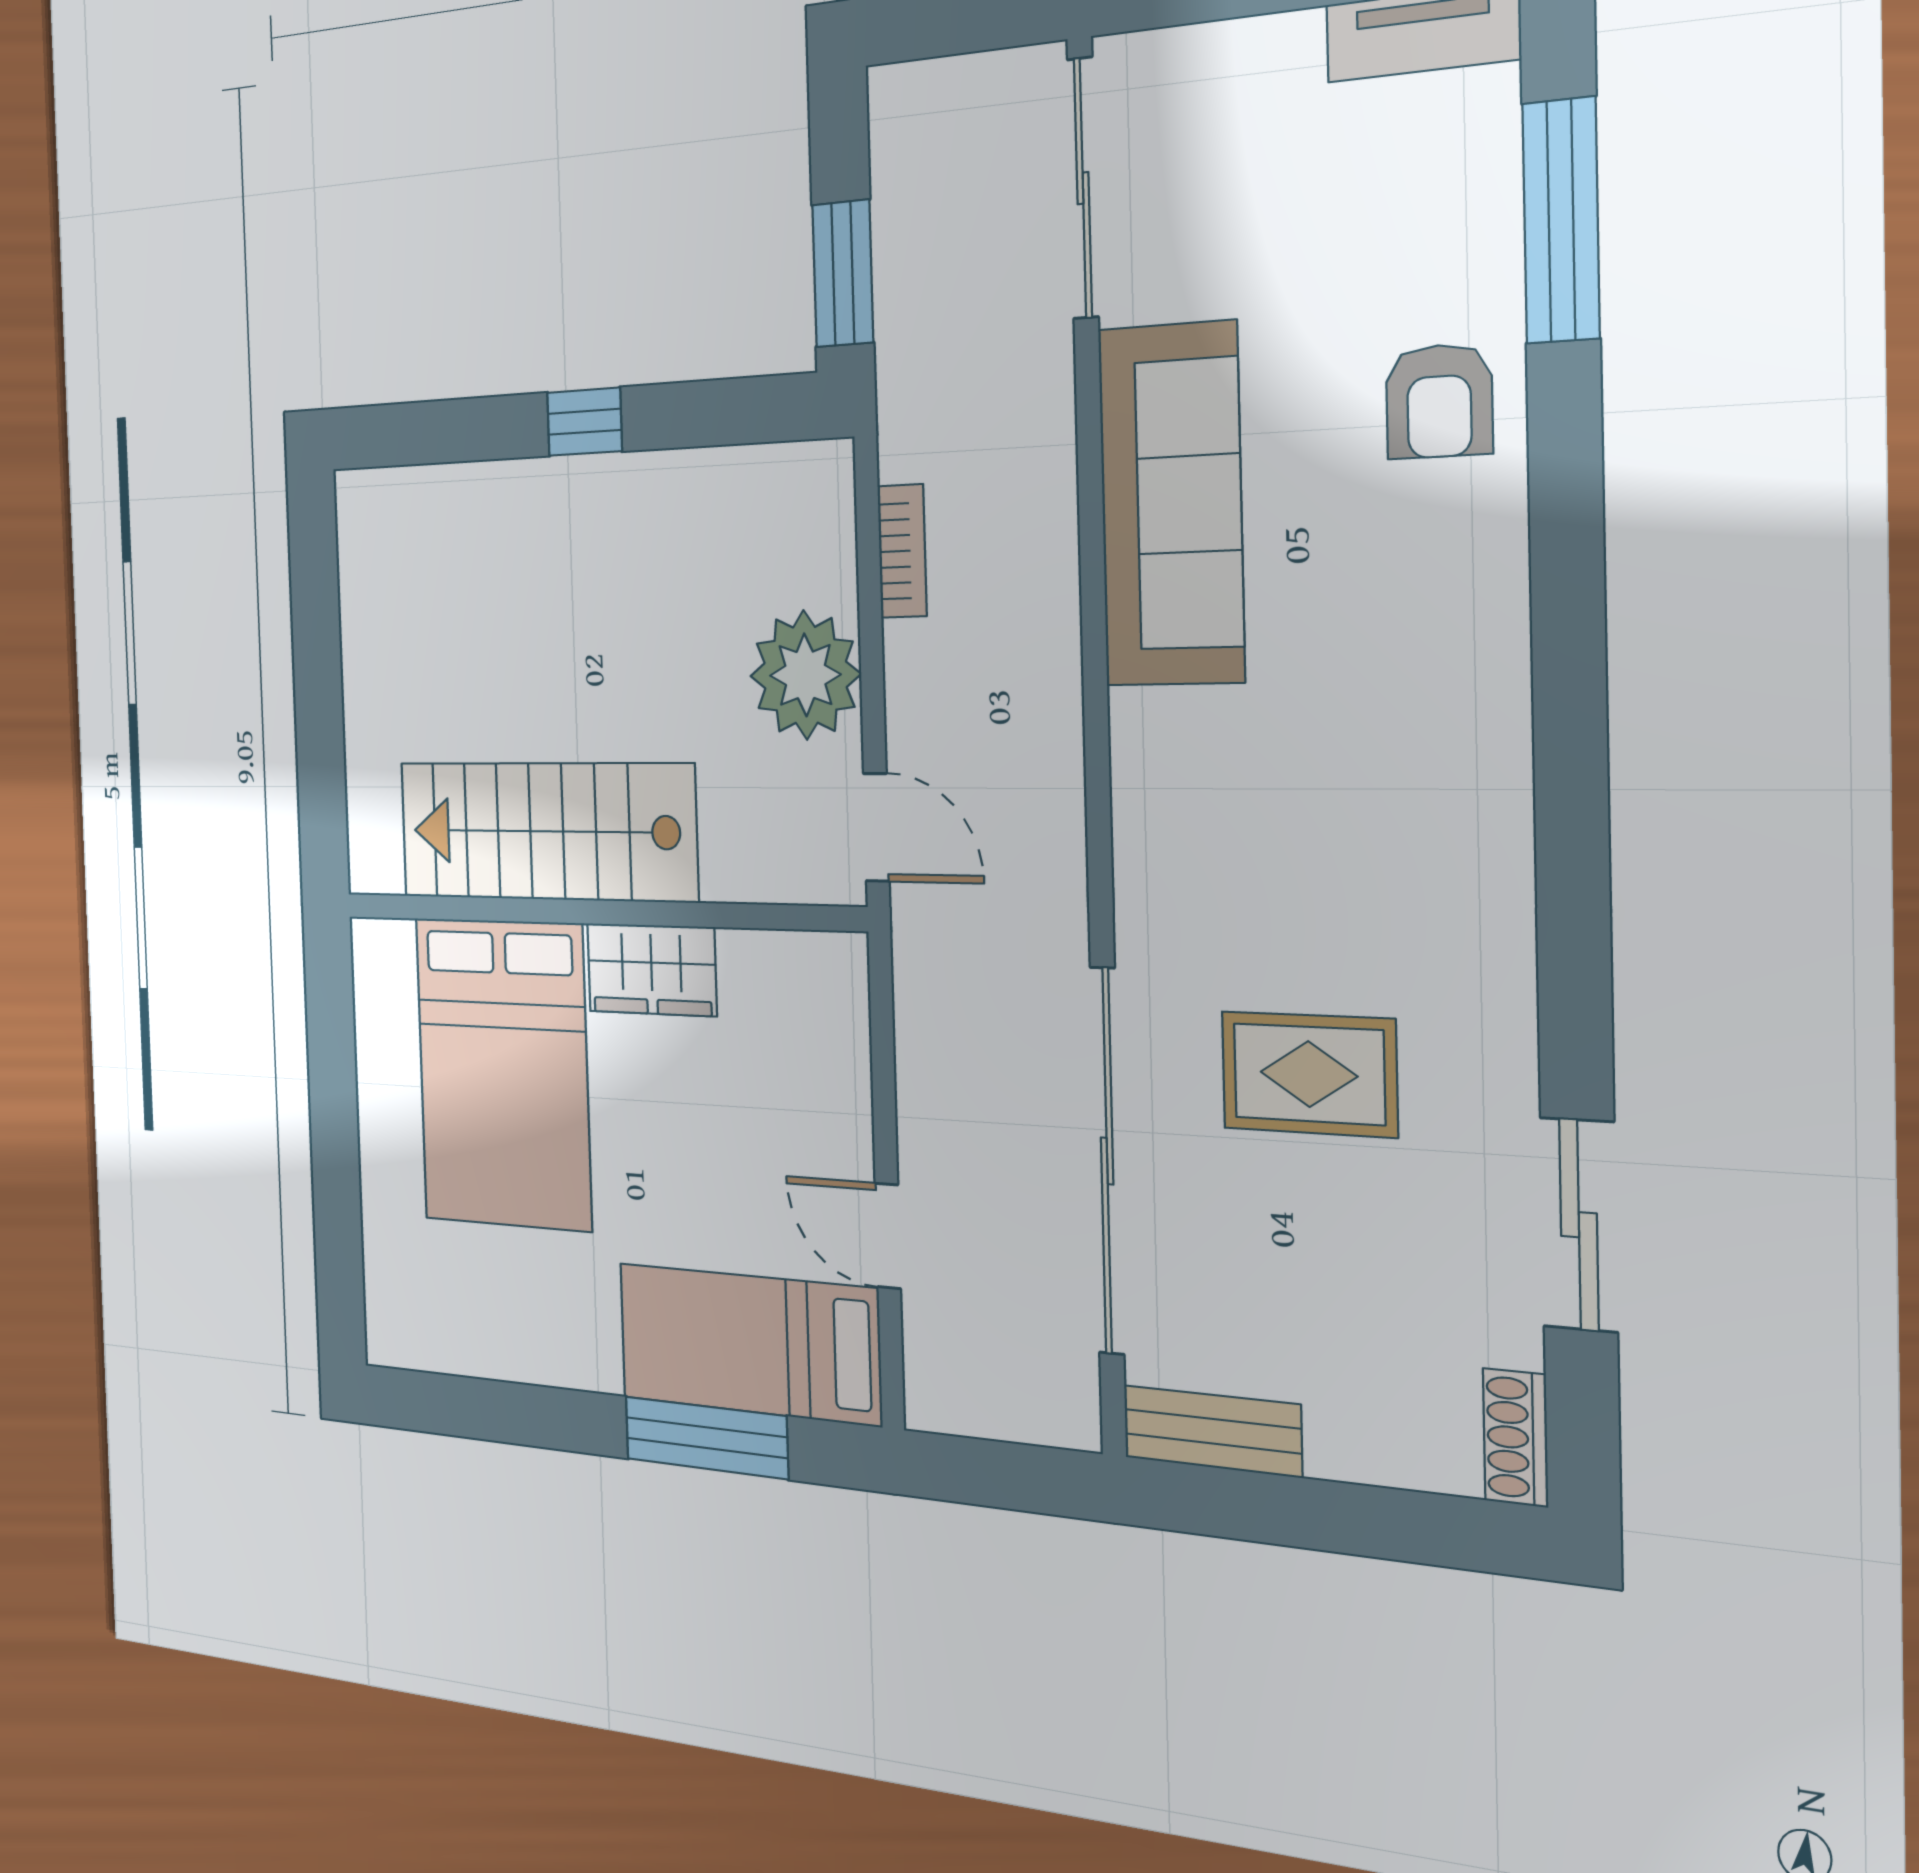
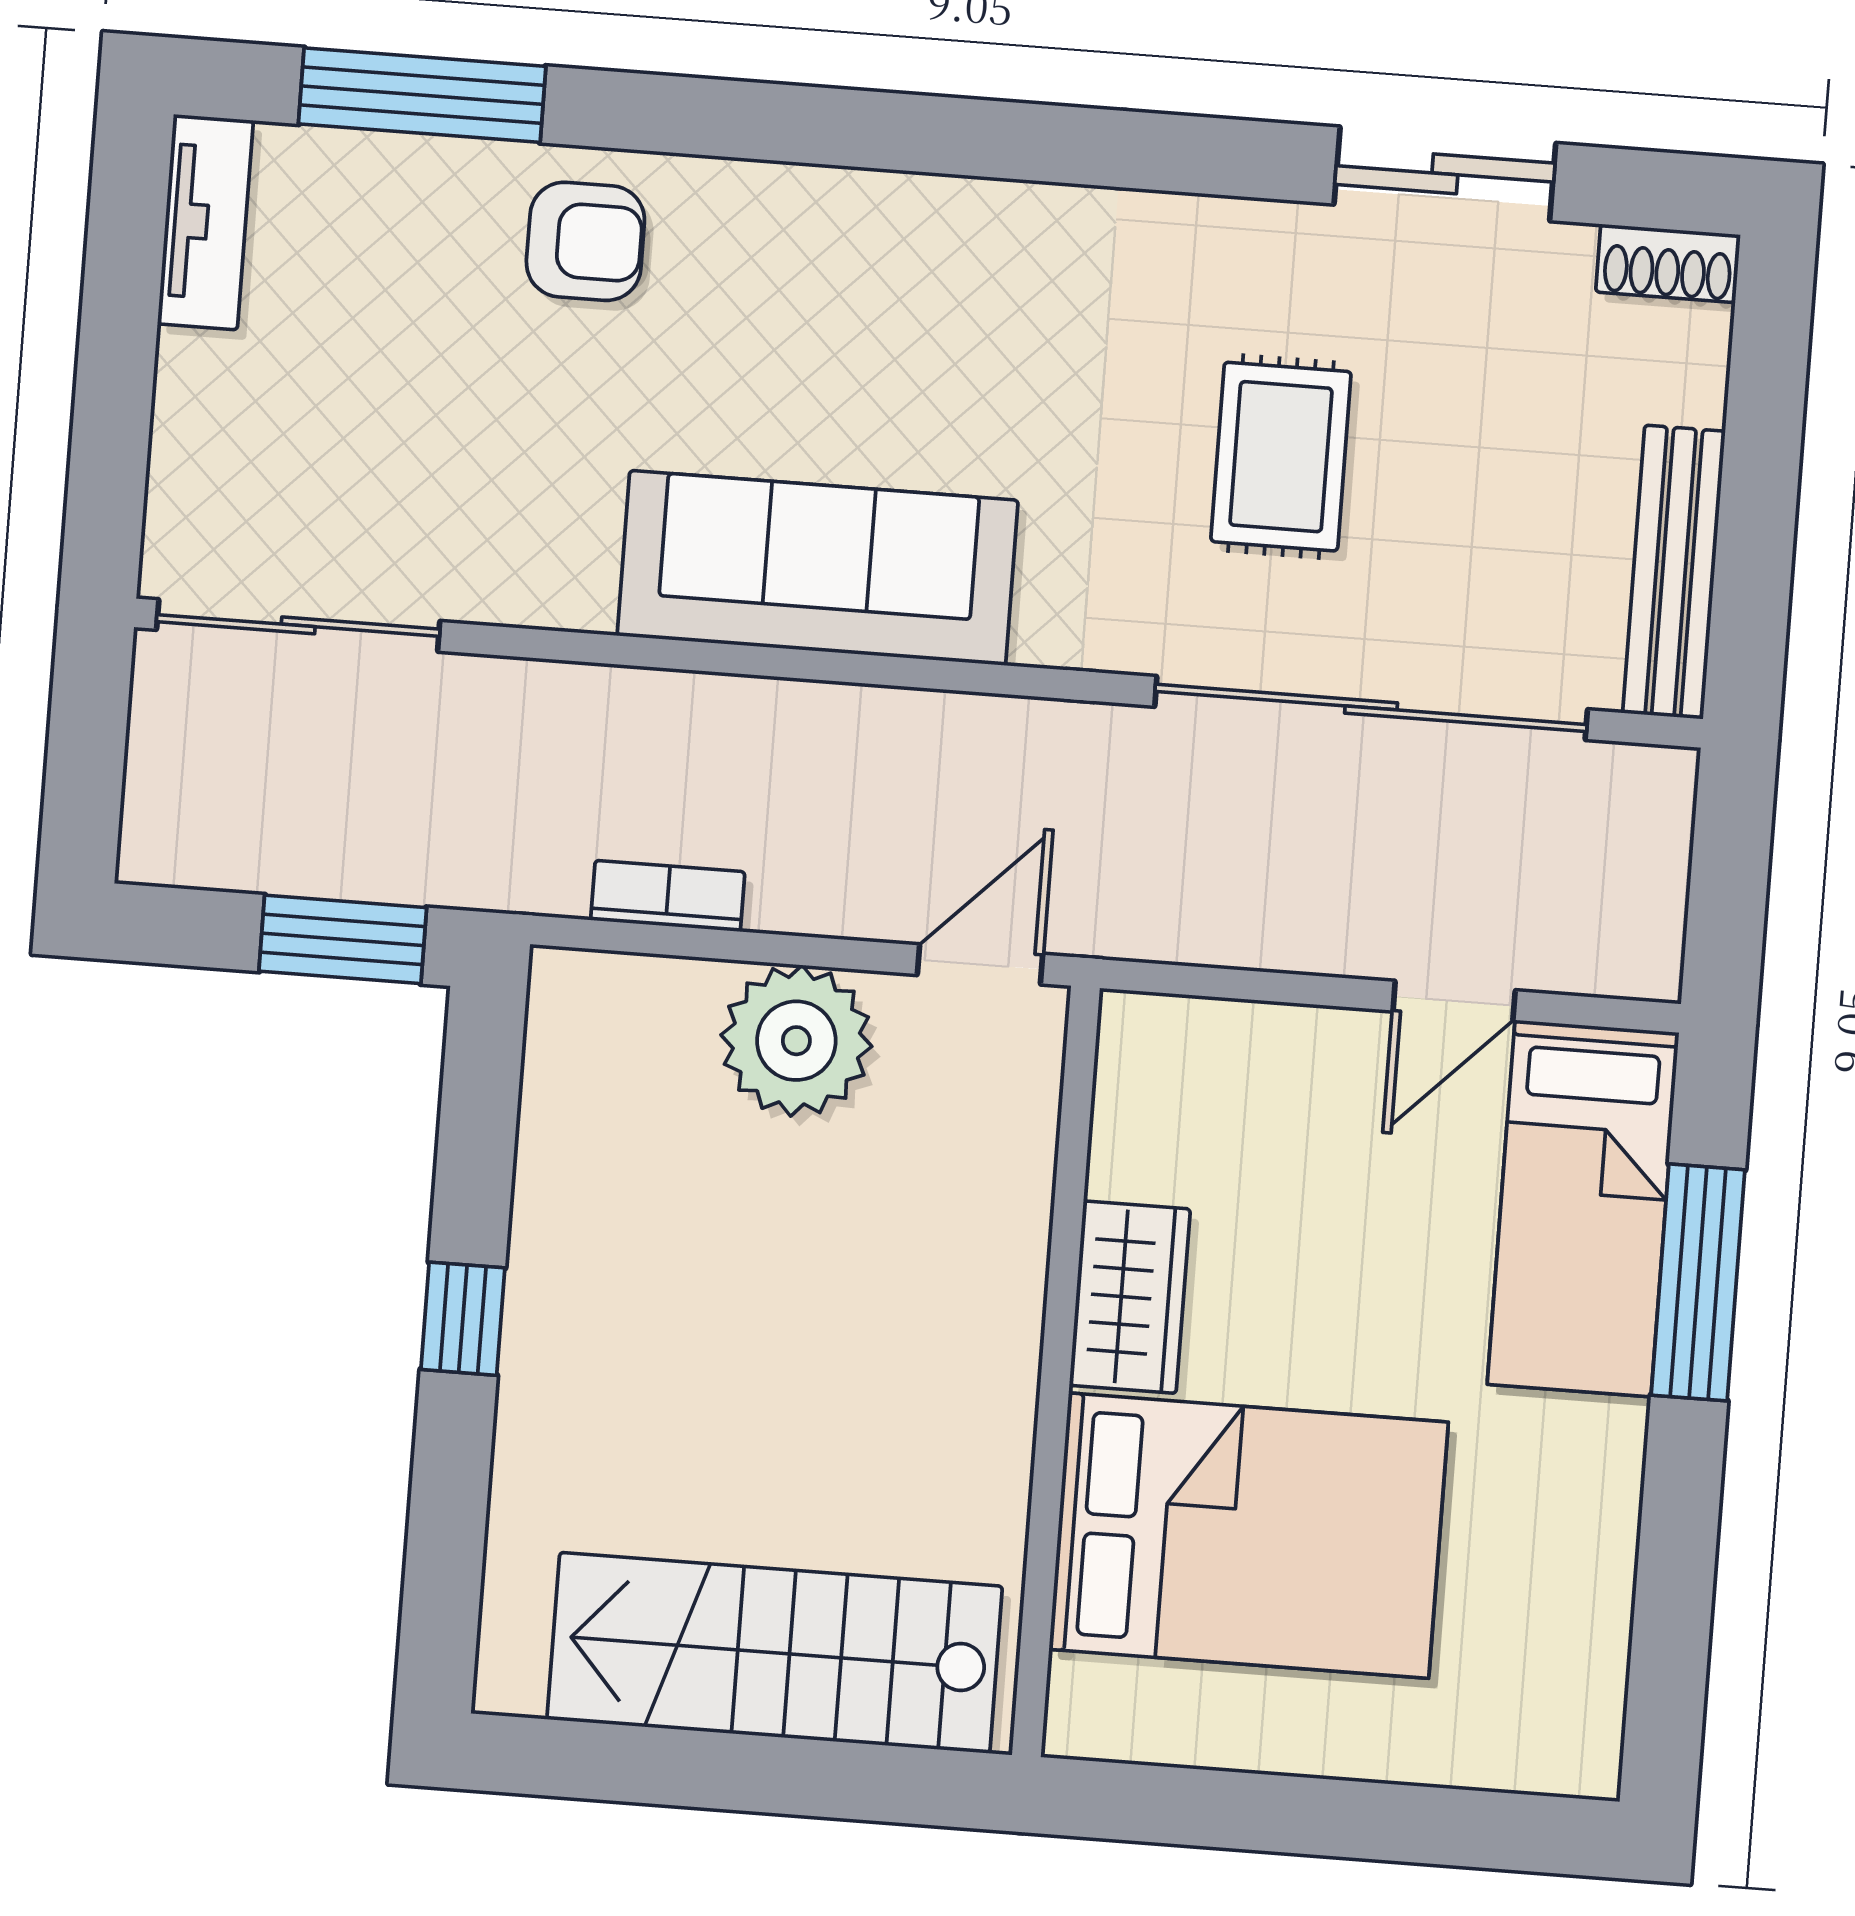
sofa: (1171, 505) -> (818, 568), moved
stairs: (546, 831) -> (775, 1653), moved, turned 90
bench: (1212, 1431) -> (1674, 572), width x1.36

